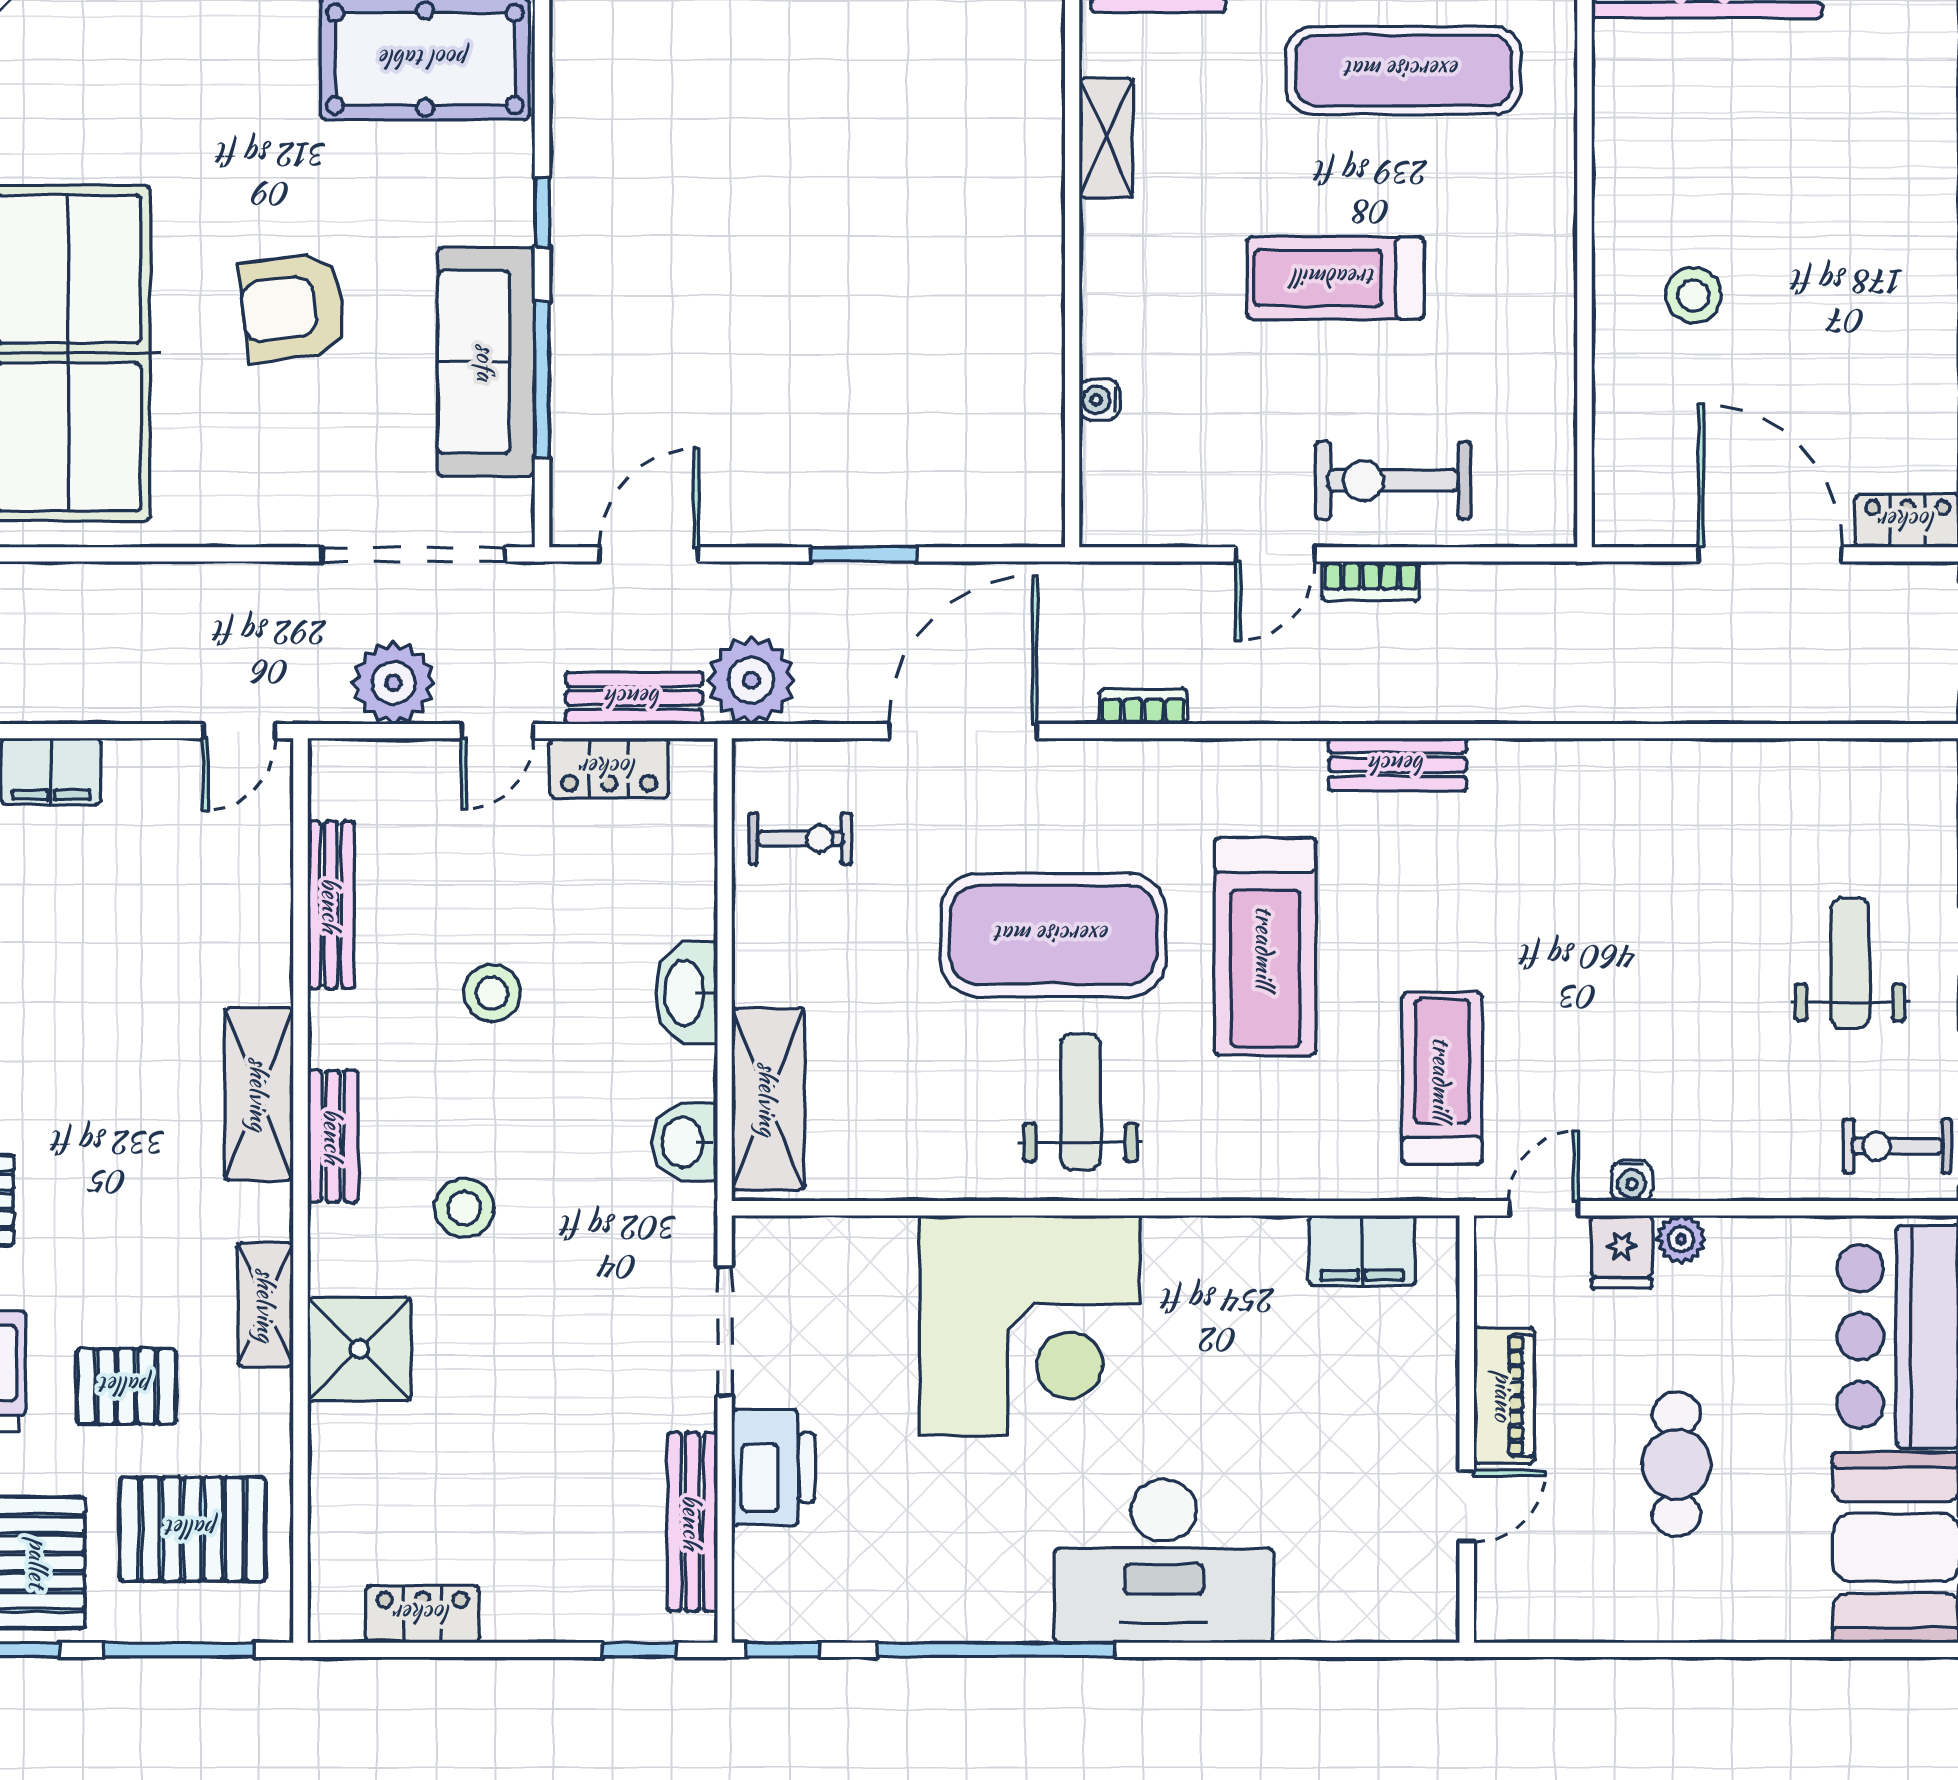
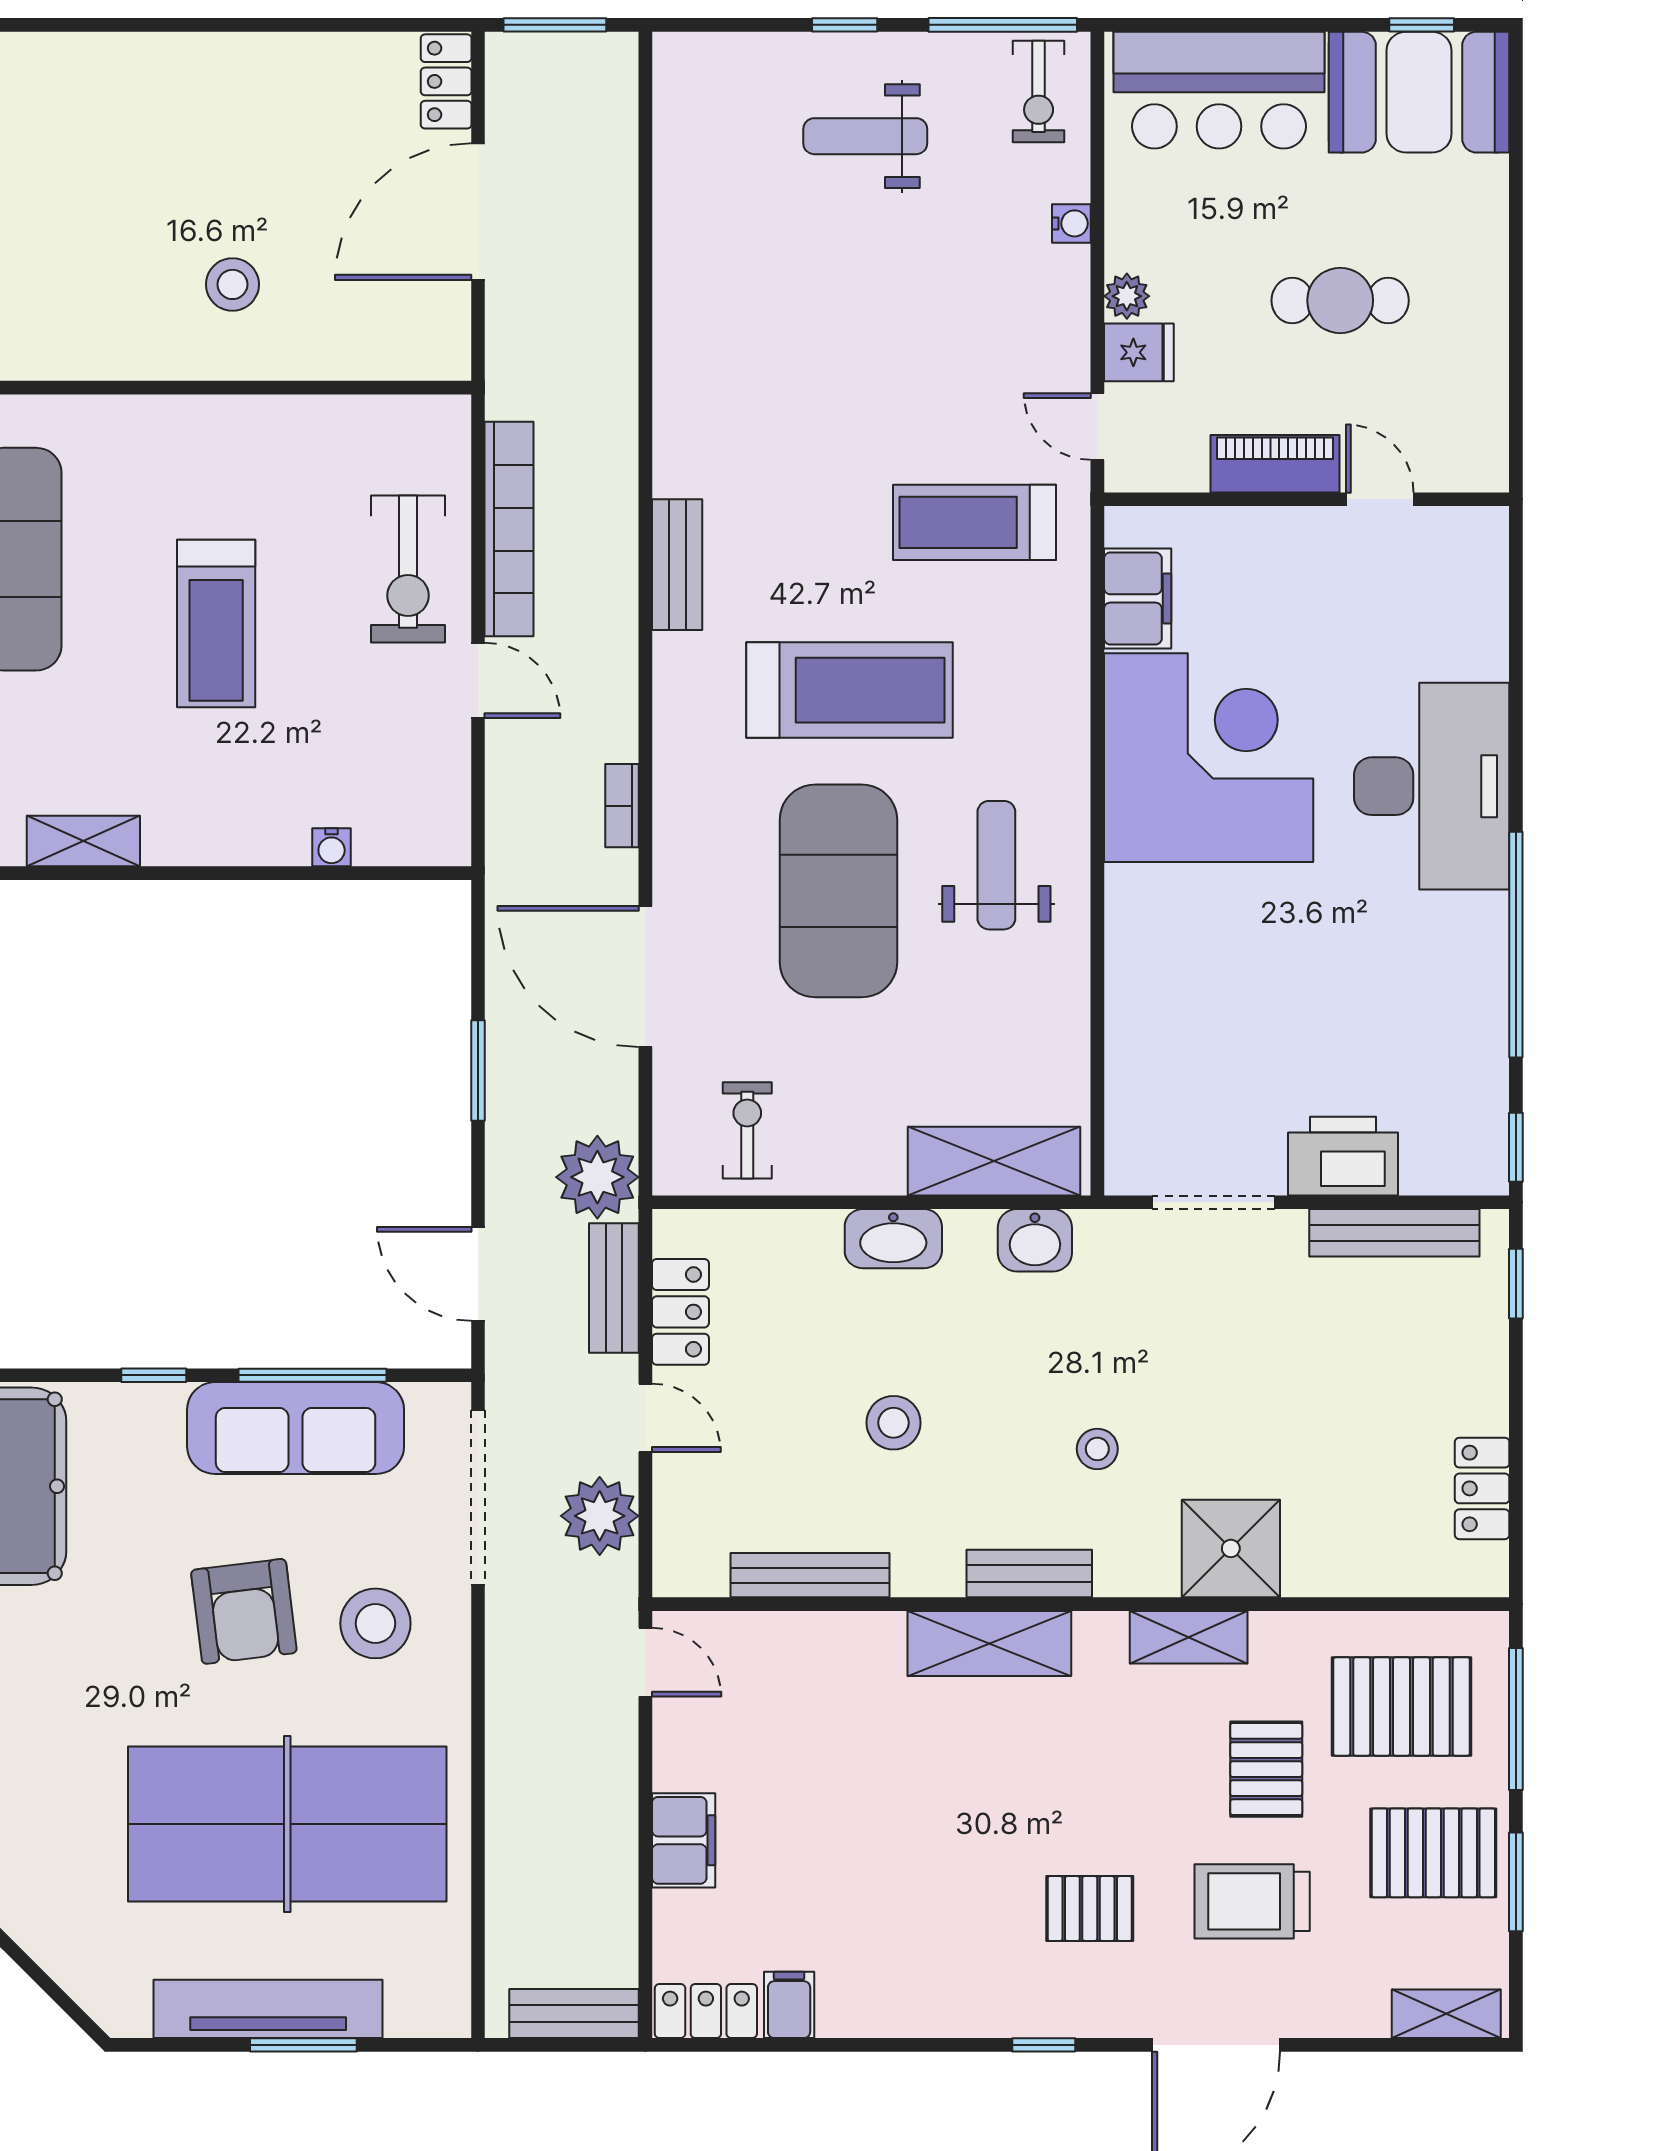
stool: (280, 446) -> (375, 1623), added
bookcase: (1371, 581) -> (509, 529), width x2.31, depth x1.31
weight bench: (1080, 1102) -> (996, 865), turned 90
water cooler: (1632, 1181) -> (1071, 223), moved
stool: (464, 1208) -> (1097, 1449), width x0.73, depth x0.73
corner desk: (1030, 1326) -> (1209, 758), moved
pallet: (192, 1529) -> (1401, 1707), turned 90

